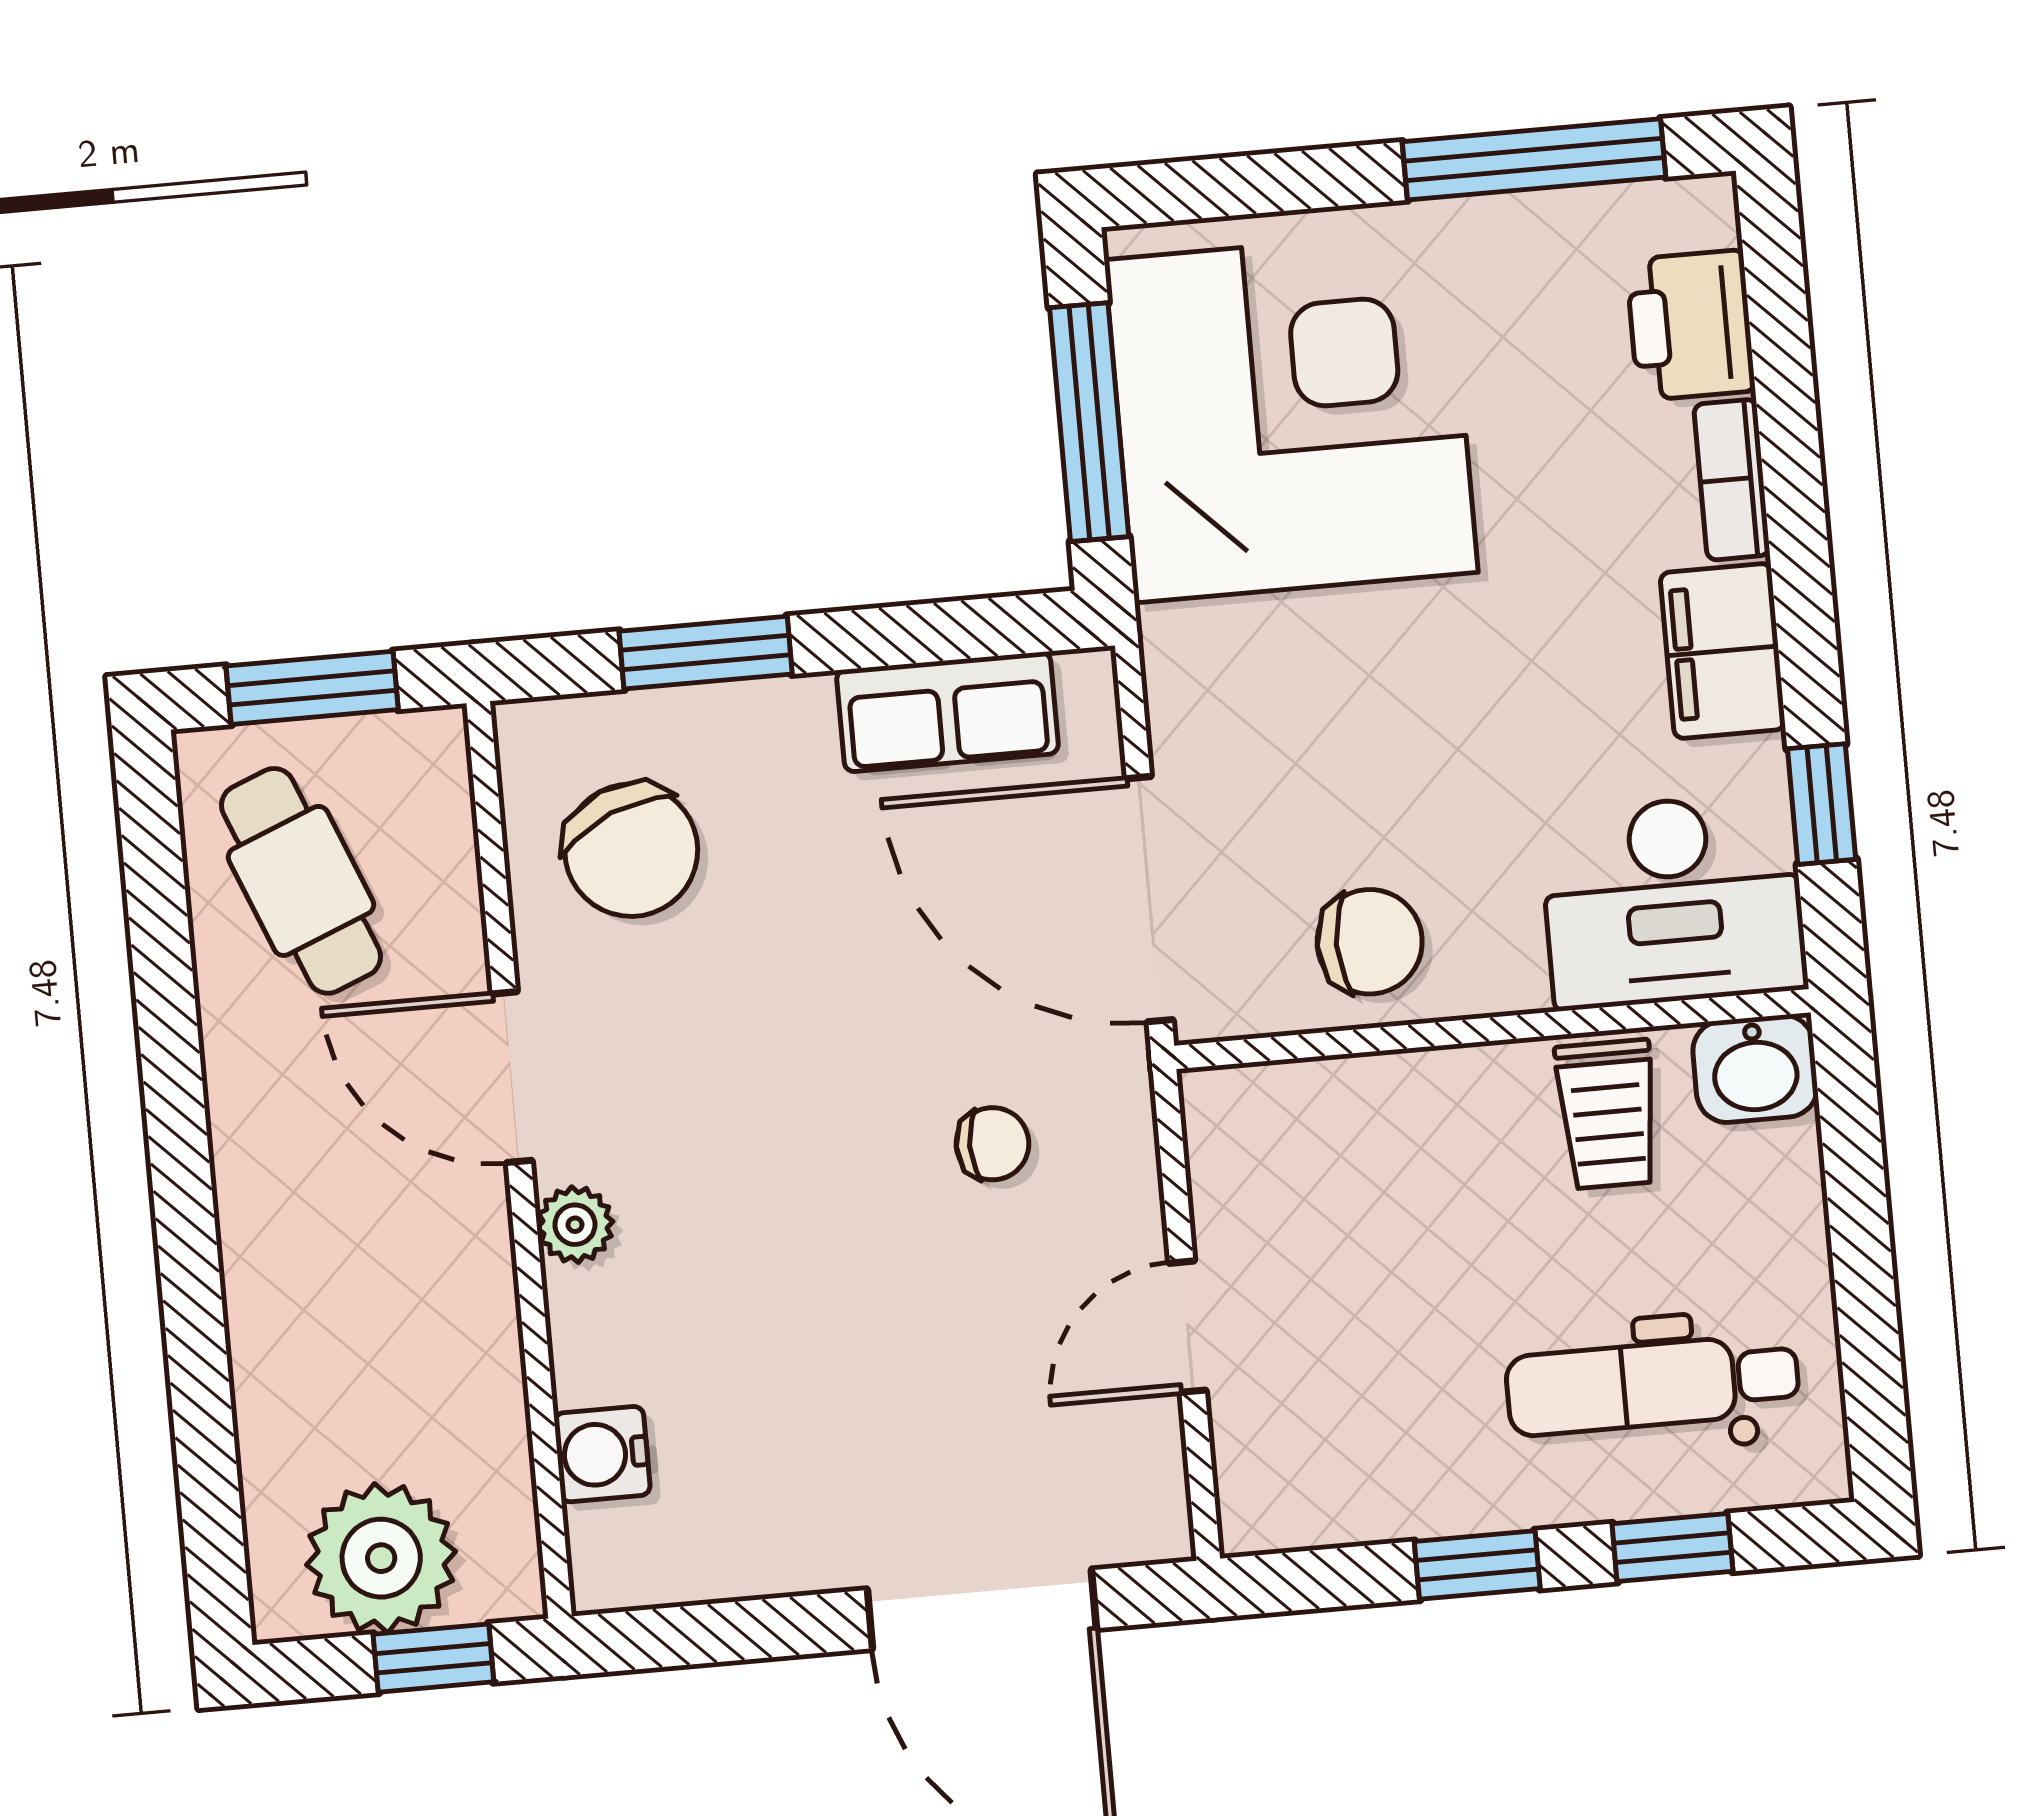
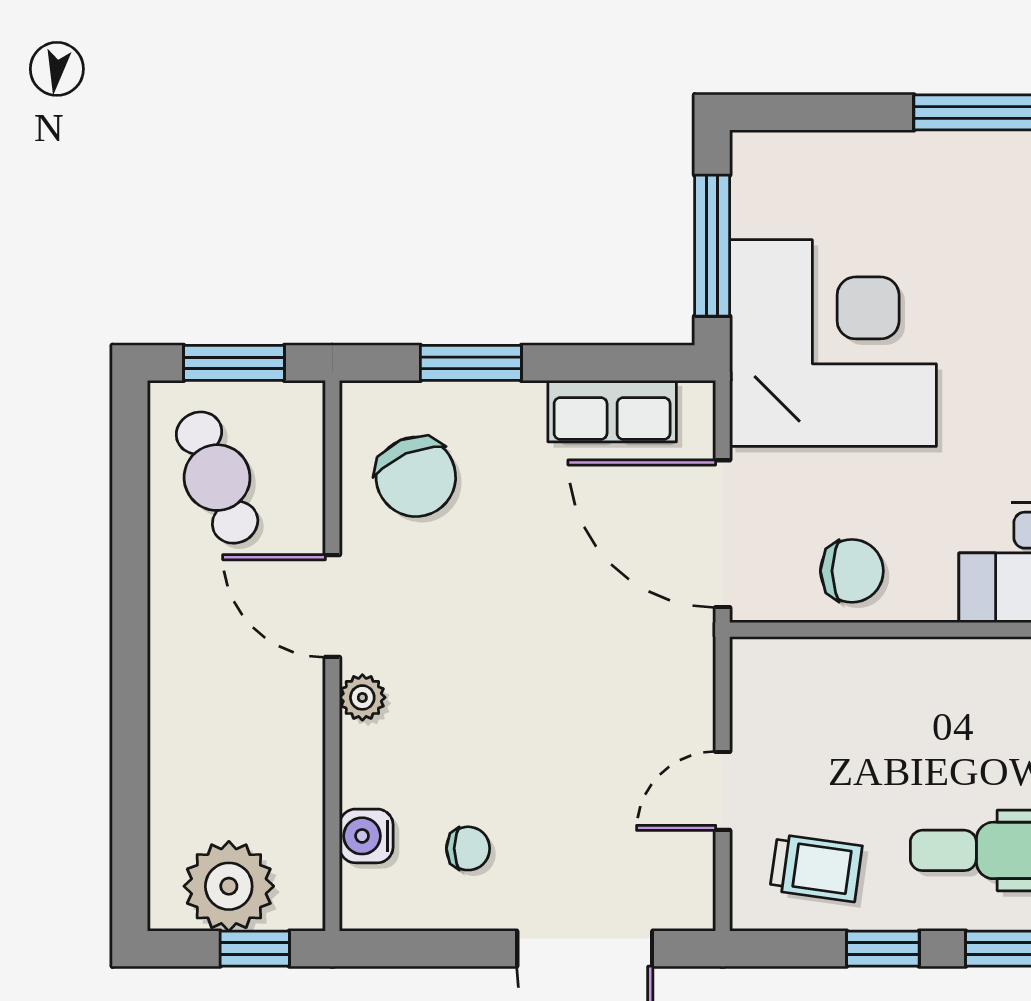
corner desk: (1291, 416) -> (833, 343), moved
trolley: (1608, 1114) -> (816, 868), moved, turned -82
chair: (993, 1144) -> (468, 848), moved

